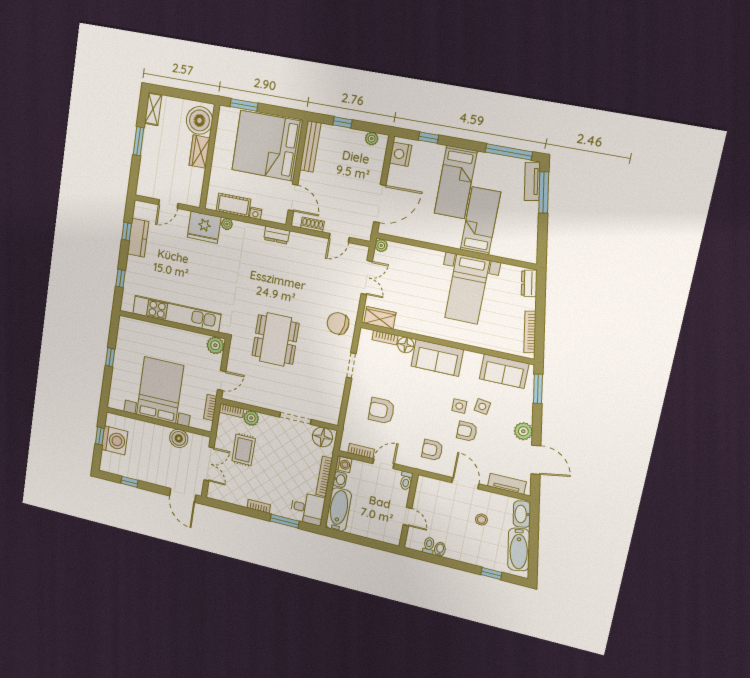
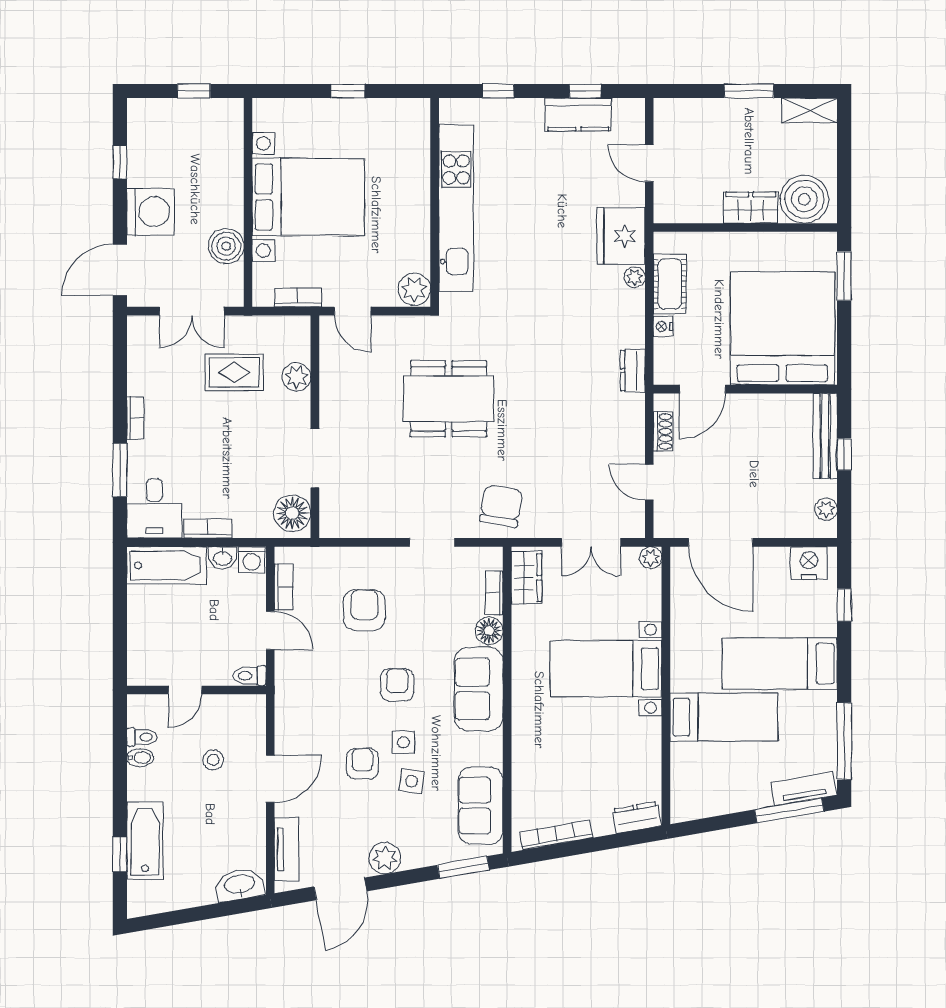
bench: (310, 146) -> (825, 436), moved, turned 90
bed with nightstands: (467, 289) -> (606, 669), moved
bookcase: (231, 410) -> (302, 338), removed
washing machine: (115, 440) -> (150, 212), moved, turned -90
armchair: (432, 450) -> (397, 685), moved
bookcase: (324, 476) -> (208, 529), width x0.64
stool: (481, 520) -> (213, 760), moved
bathtub: (519, 549) -> (145, 840), moved, turned 100

